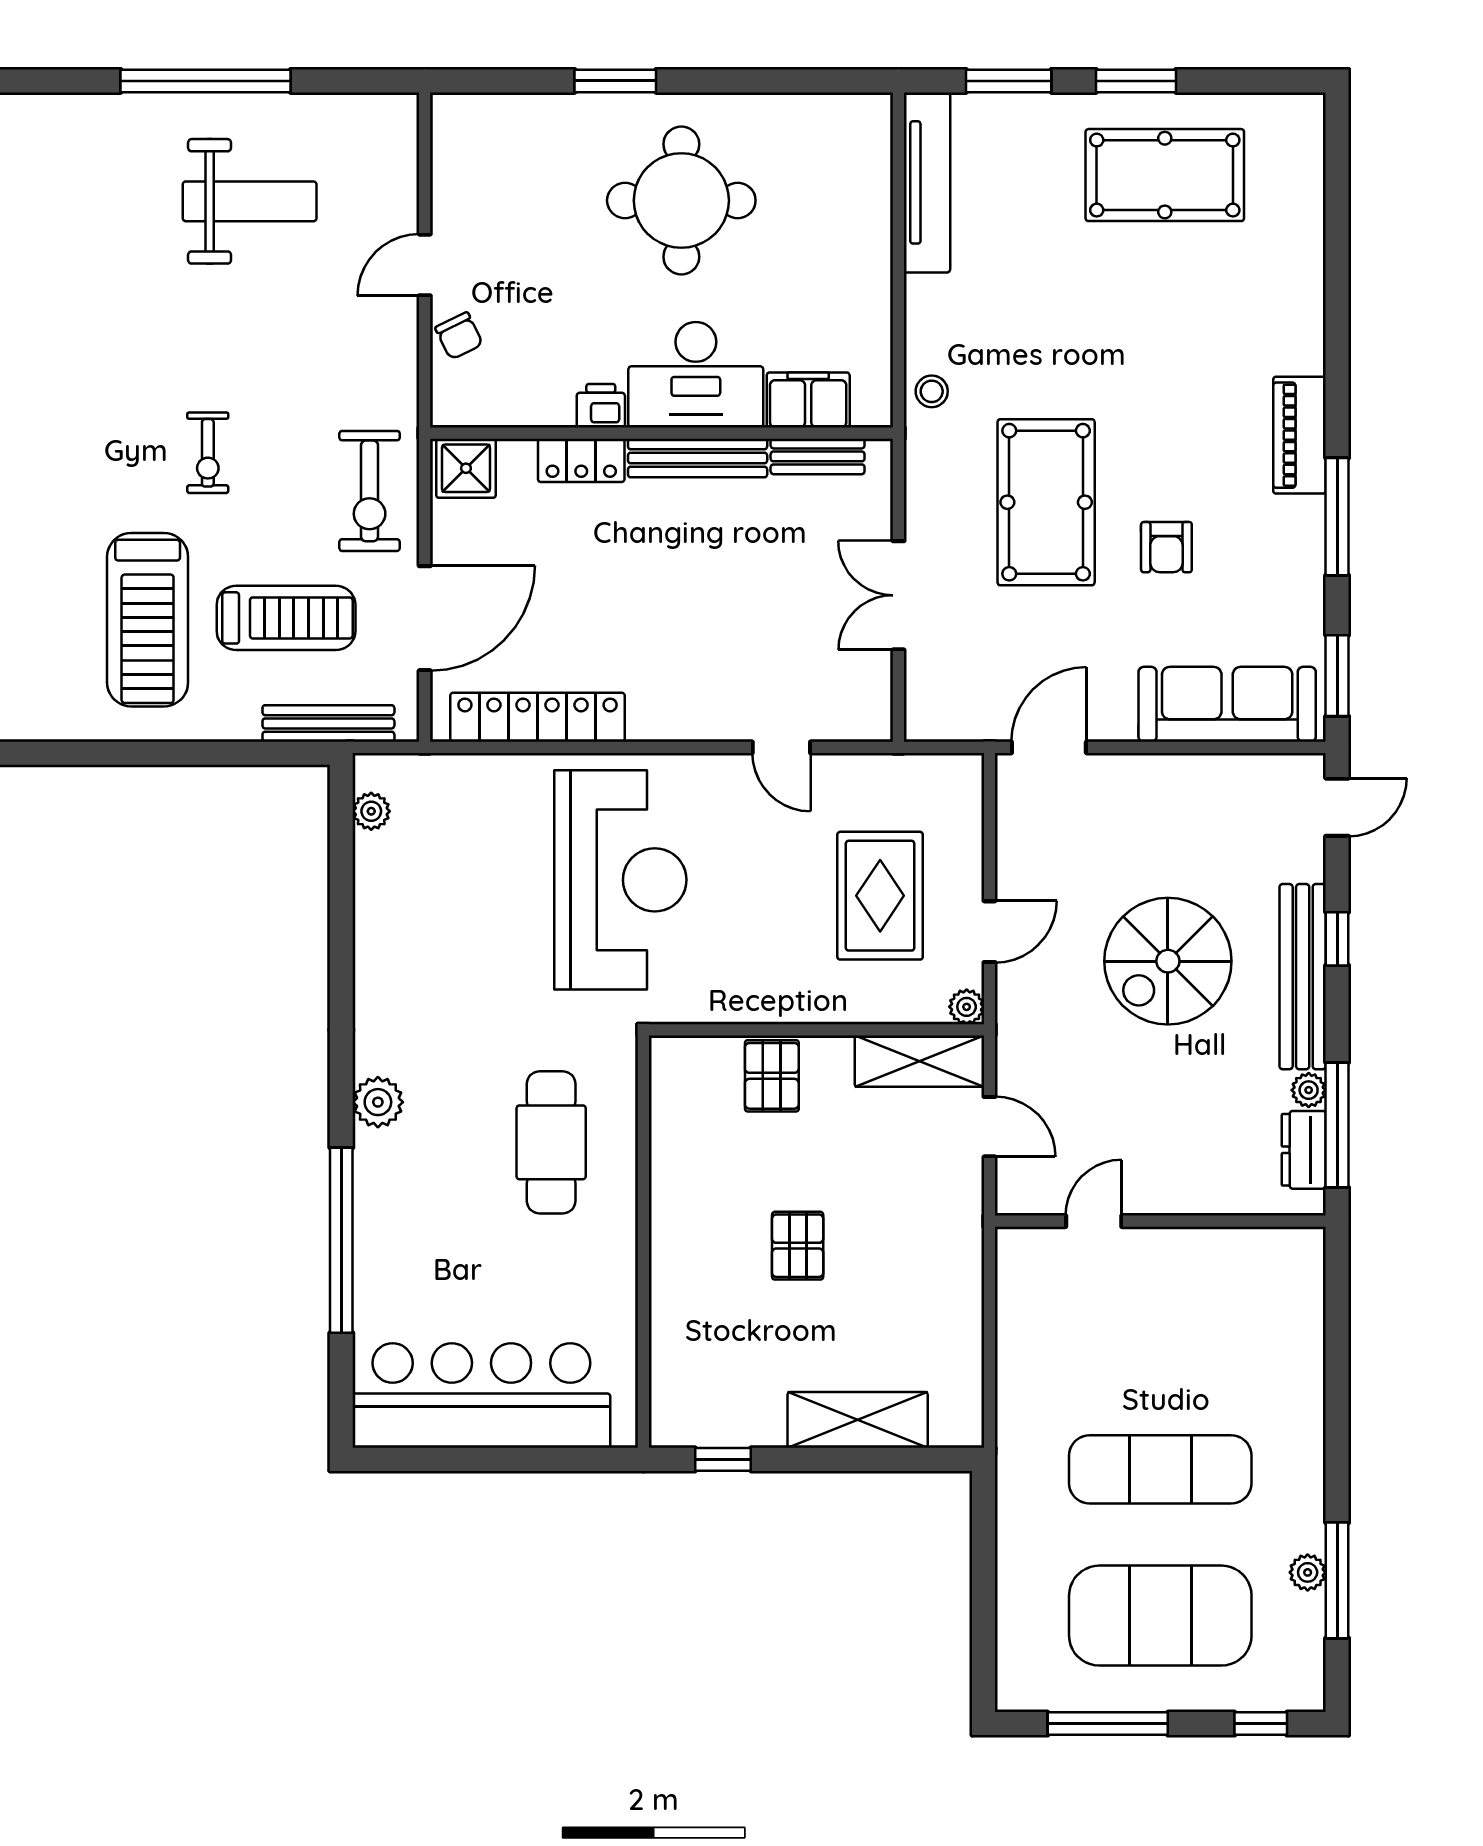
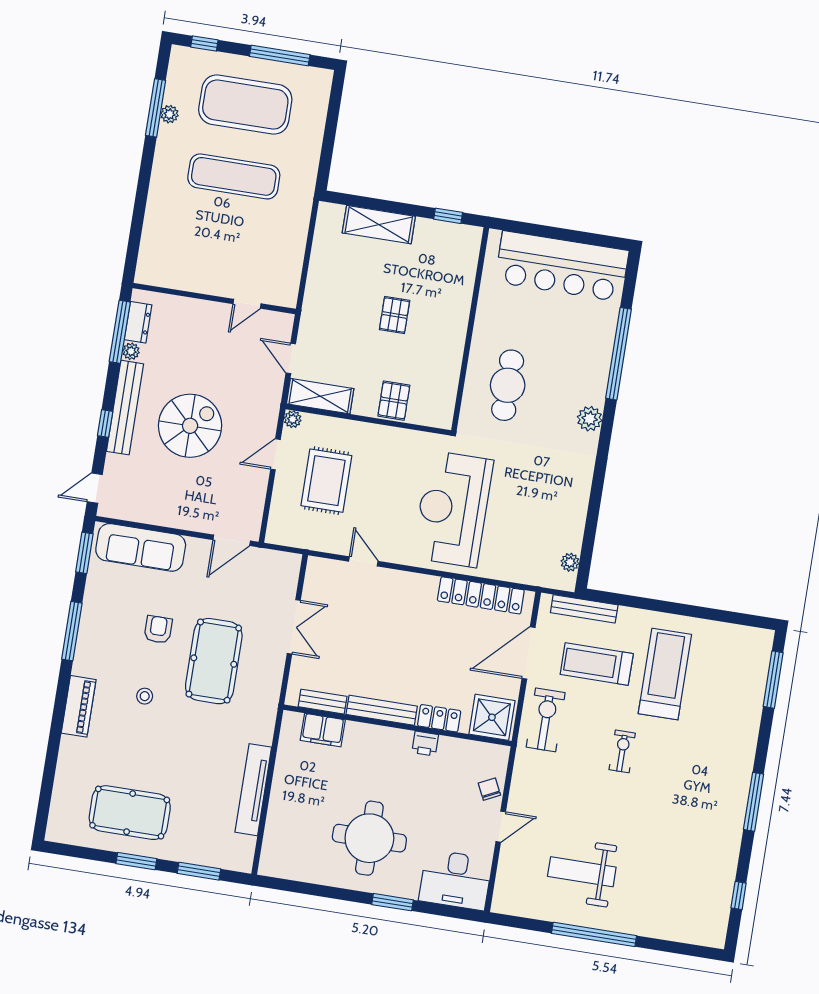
tv unit: (927, 182) -> (253, 790), moved
desk: (696, 375) -> (455, 880), moved, turned 180
stool: (932, 391) -> (145, 696), moved
piano: (1300, 435) -> (79, 706), moved
shower: (466, 468) -> (492, 717), width x1.36, depth x1.36

